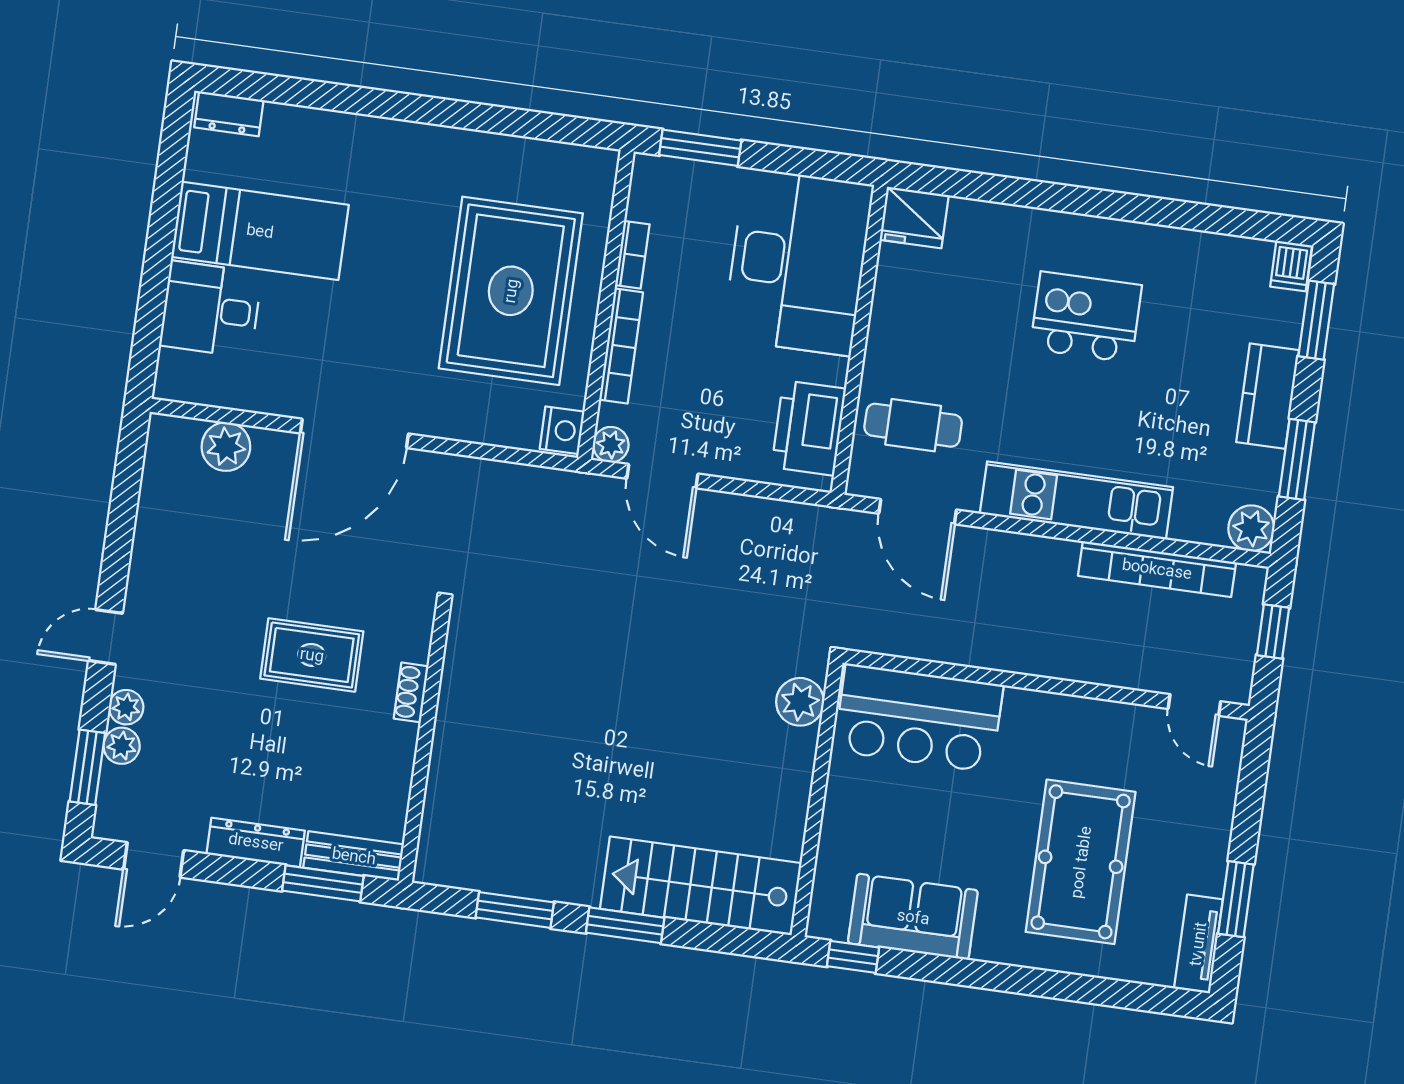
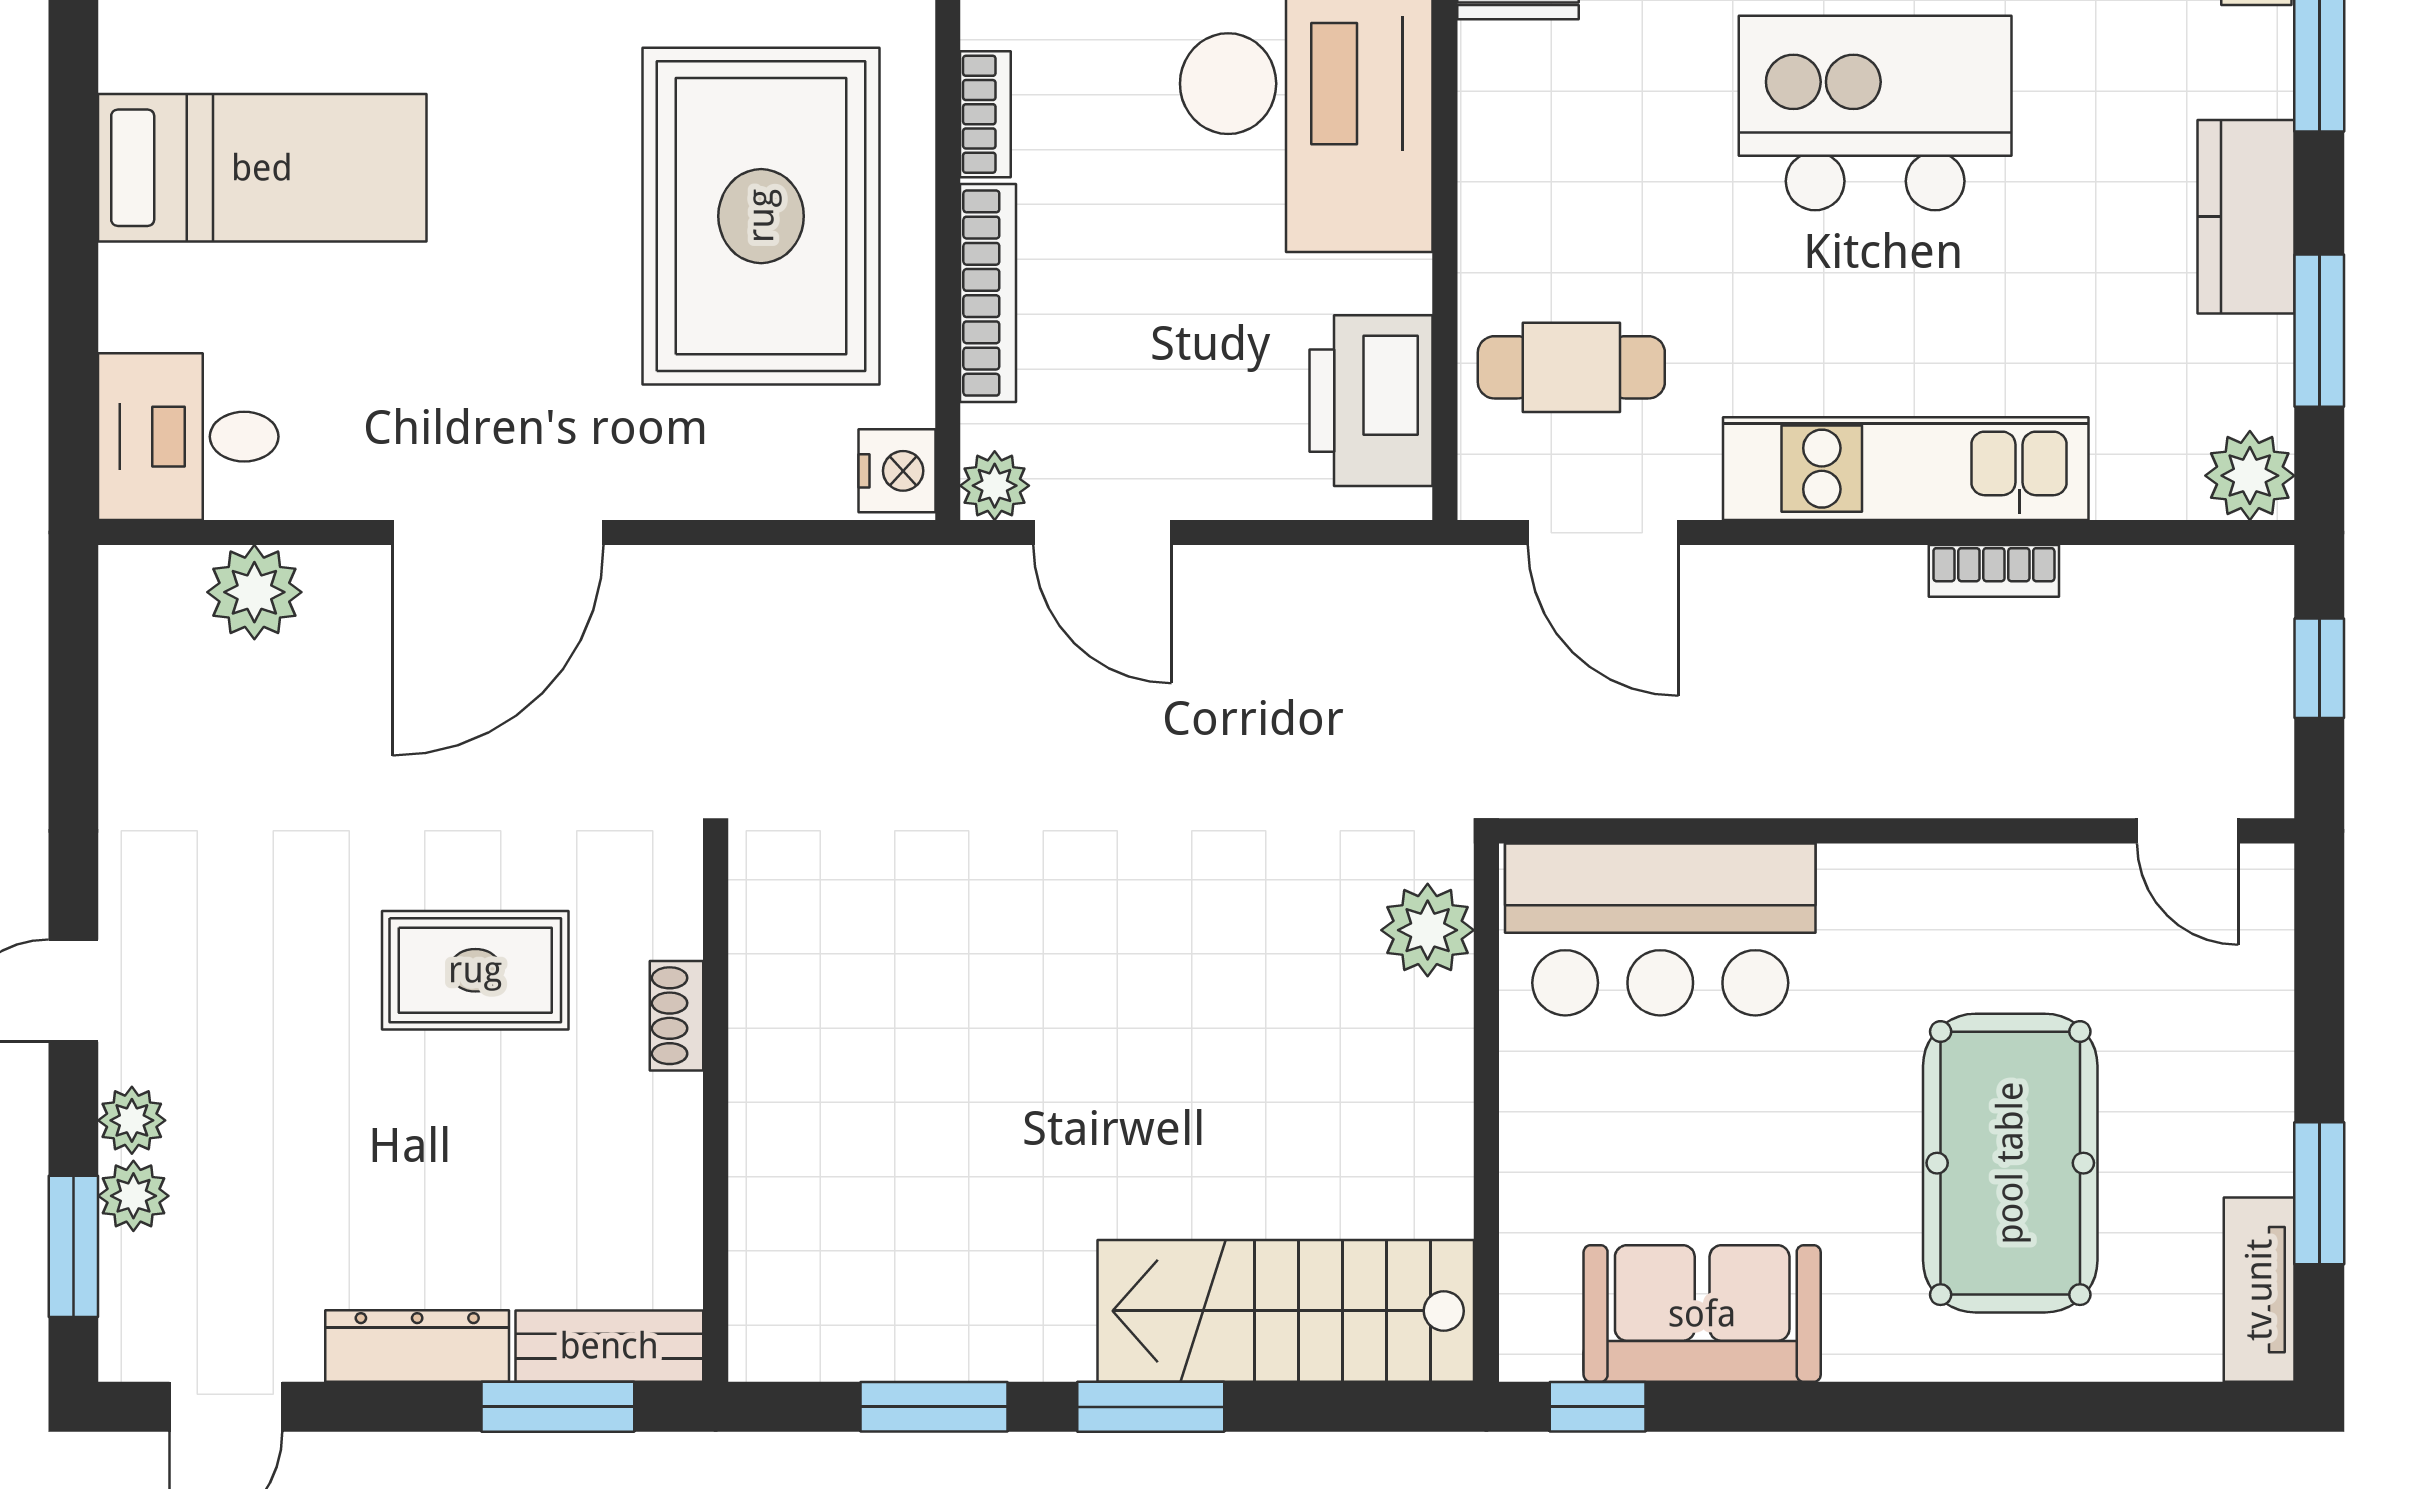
desk: (211, 309) -> (188, 437), moved
kitchen island: (1086, 317) -> (1875, 113), width x1.37, depth x1.28
bookcase: (1157, 569) -> (1994, 571), width x0.43, depth x0.76

